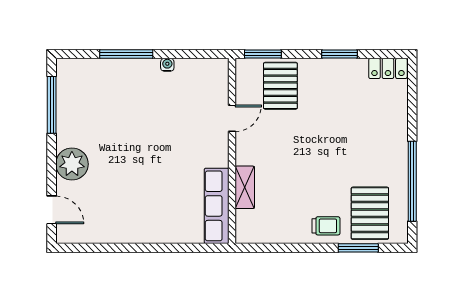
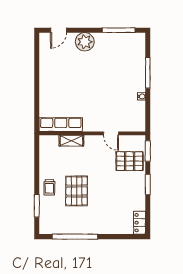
window: (339, 54) -> (148, 185), moved
pallet: (370, 213) -> (77, 191), moved, turned 90

